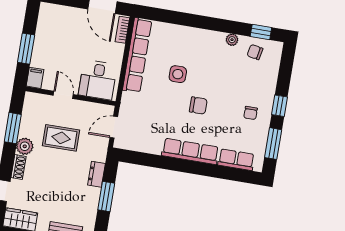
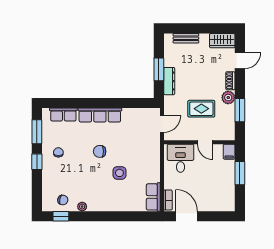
row of seats: (137, 55) -> (153, 197), width x0.50
dresser: (96, 174) -> (169, 81), width x1.44

